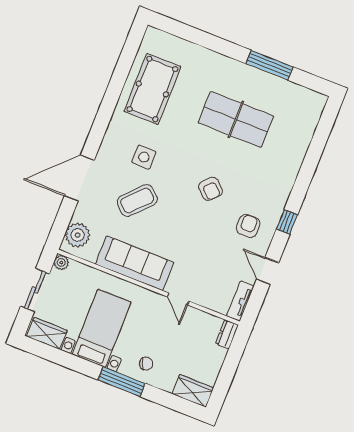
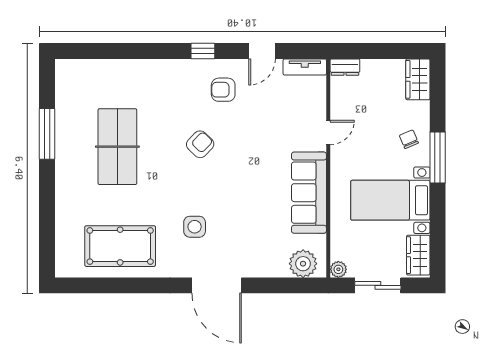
door: (79, 178) -> (217, 285), moved
coffee table: (137, 200) -> (242, 216), removed

